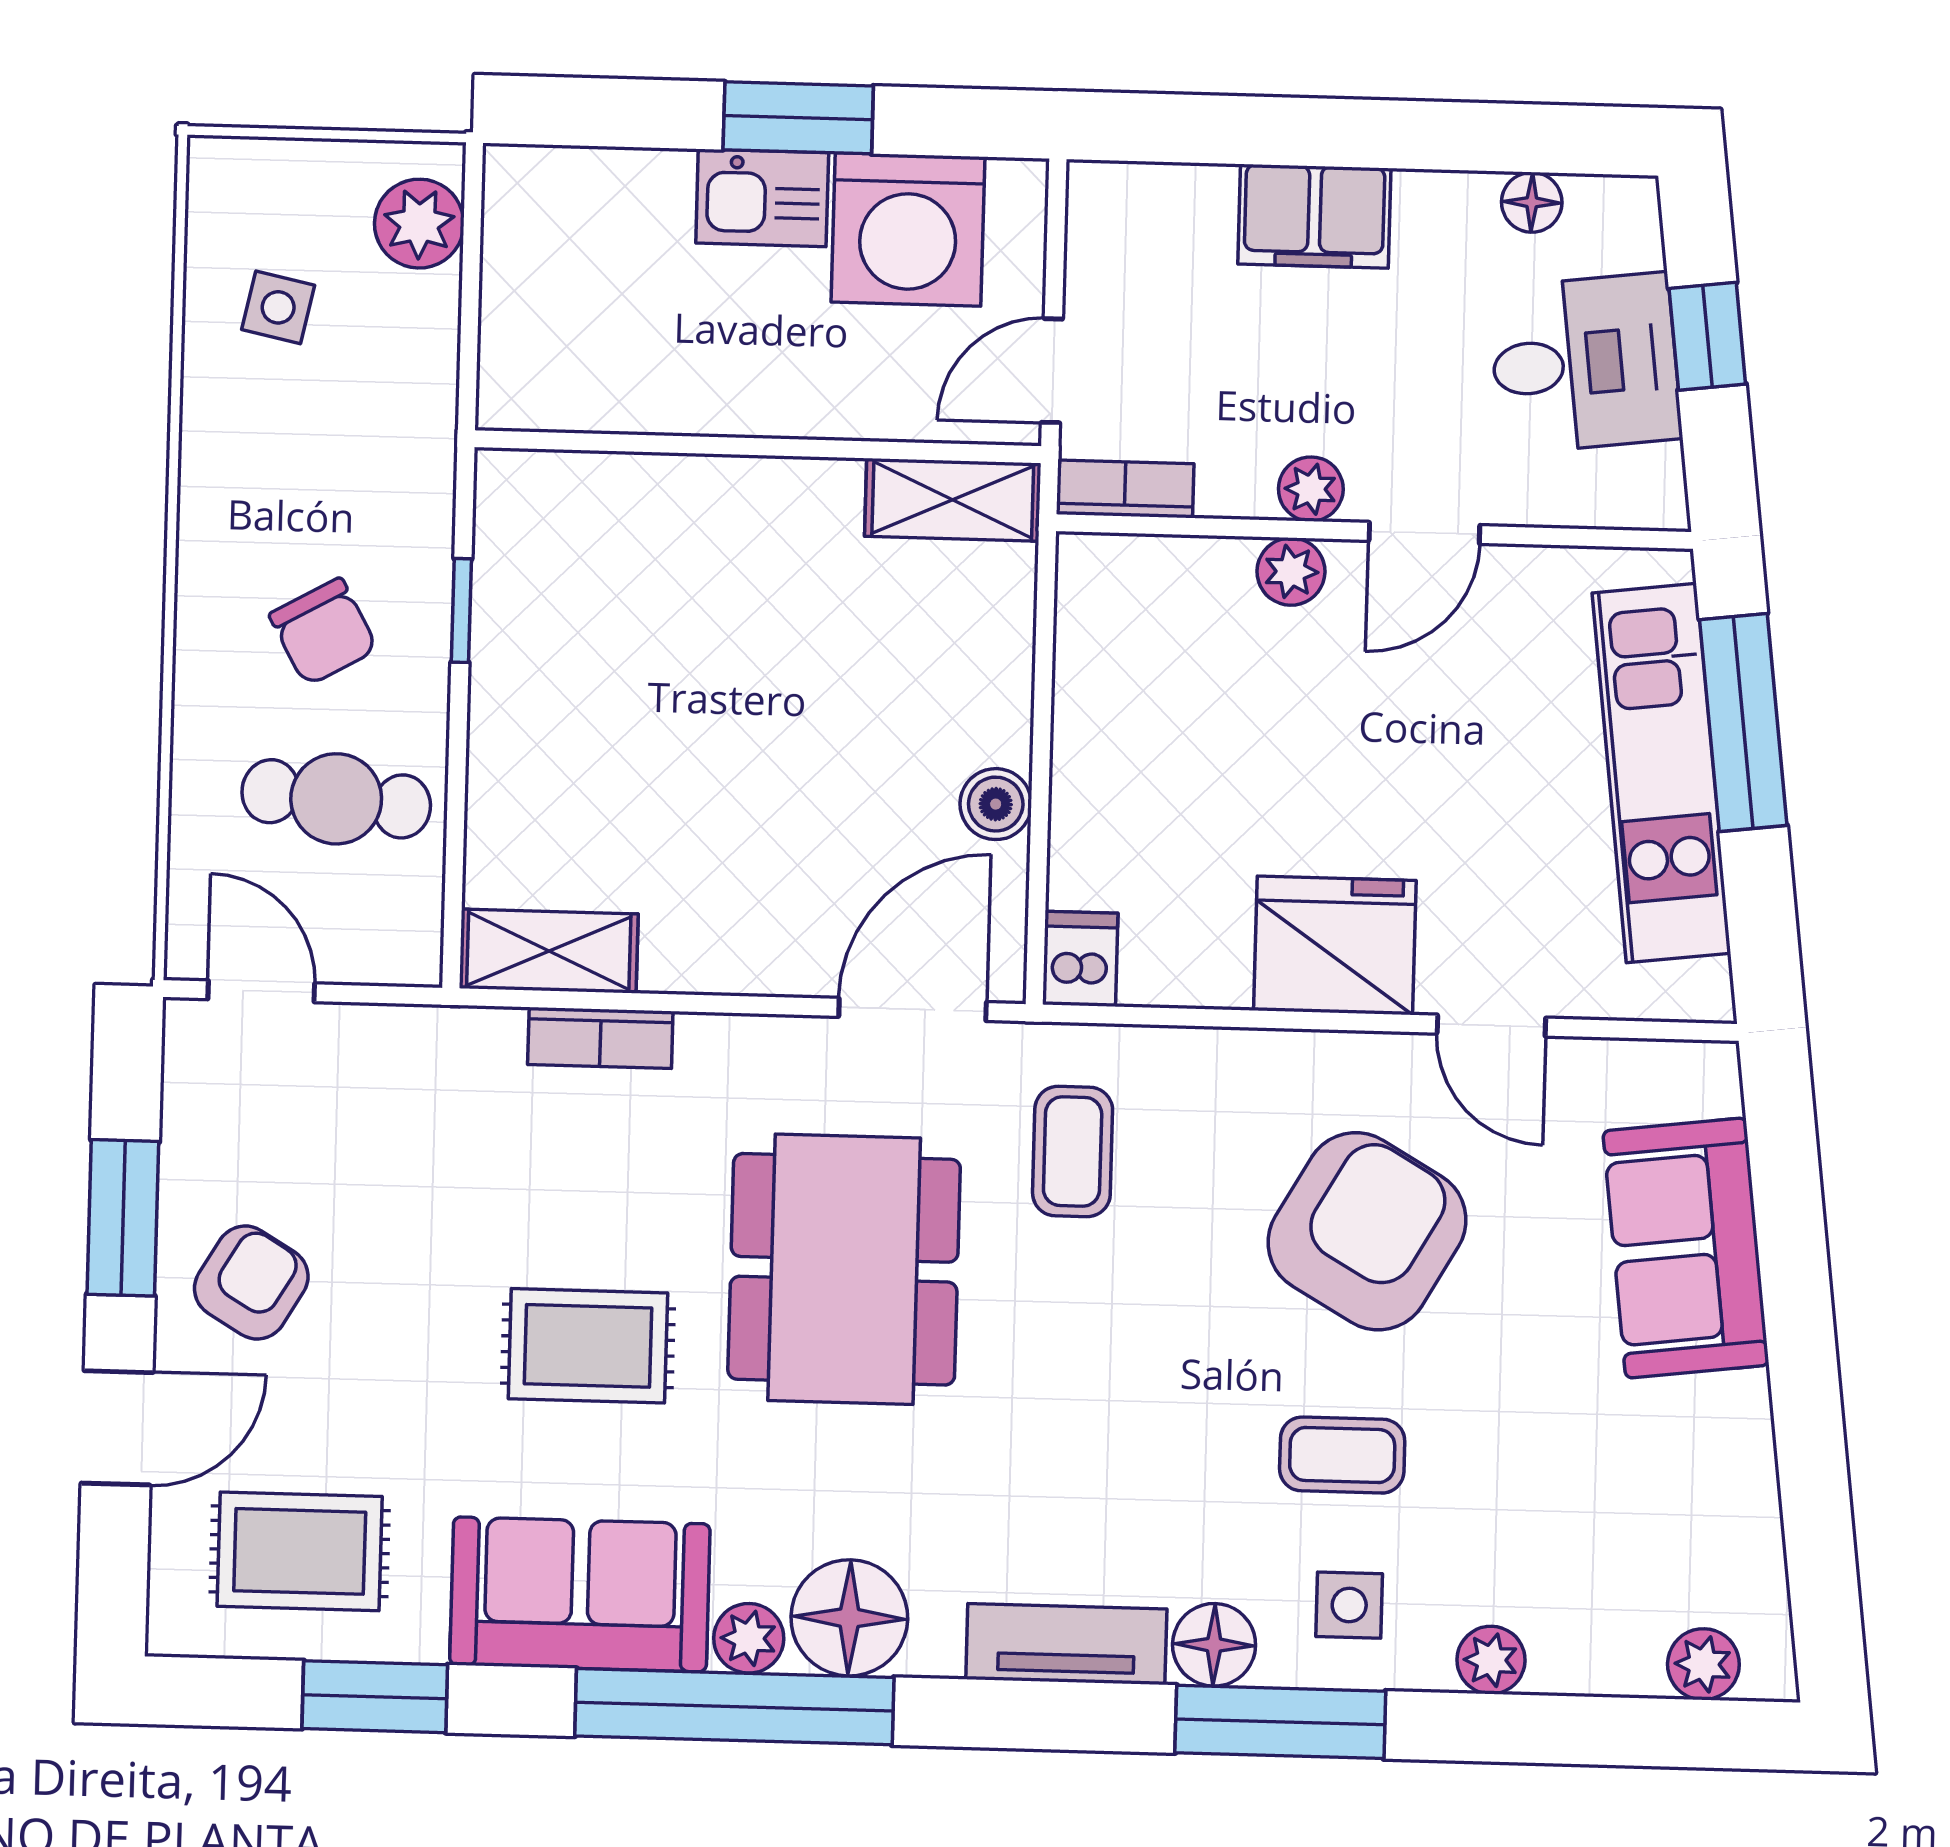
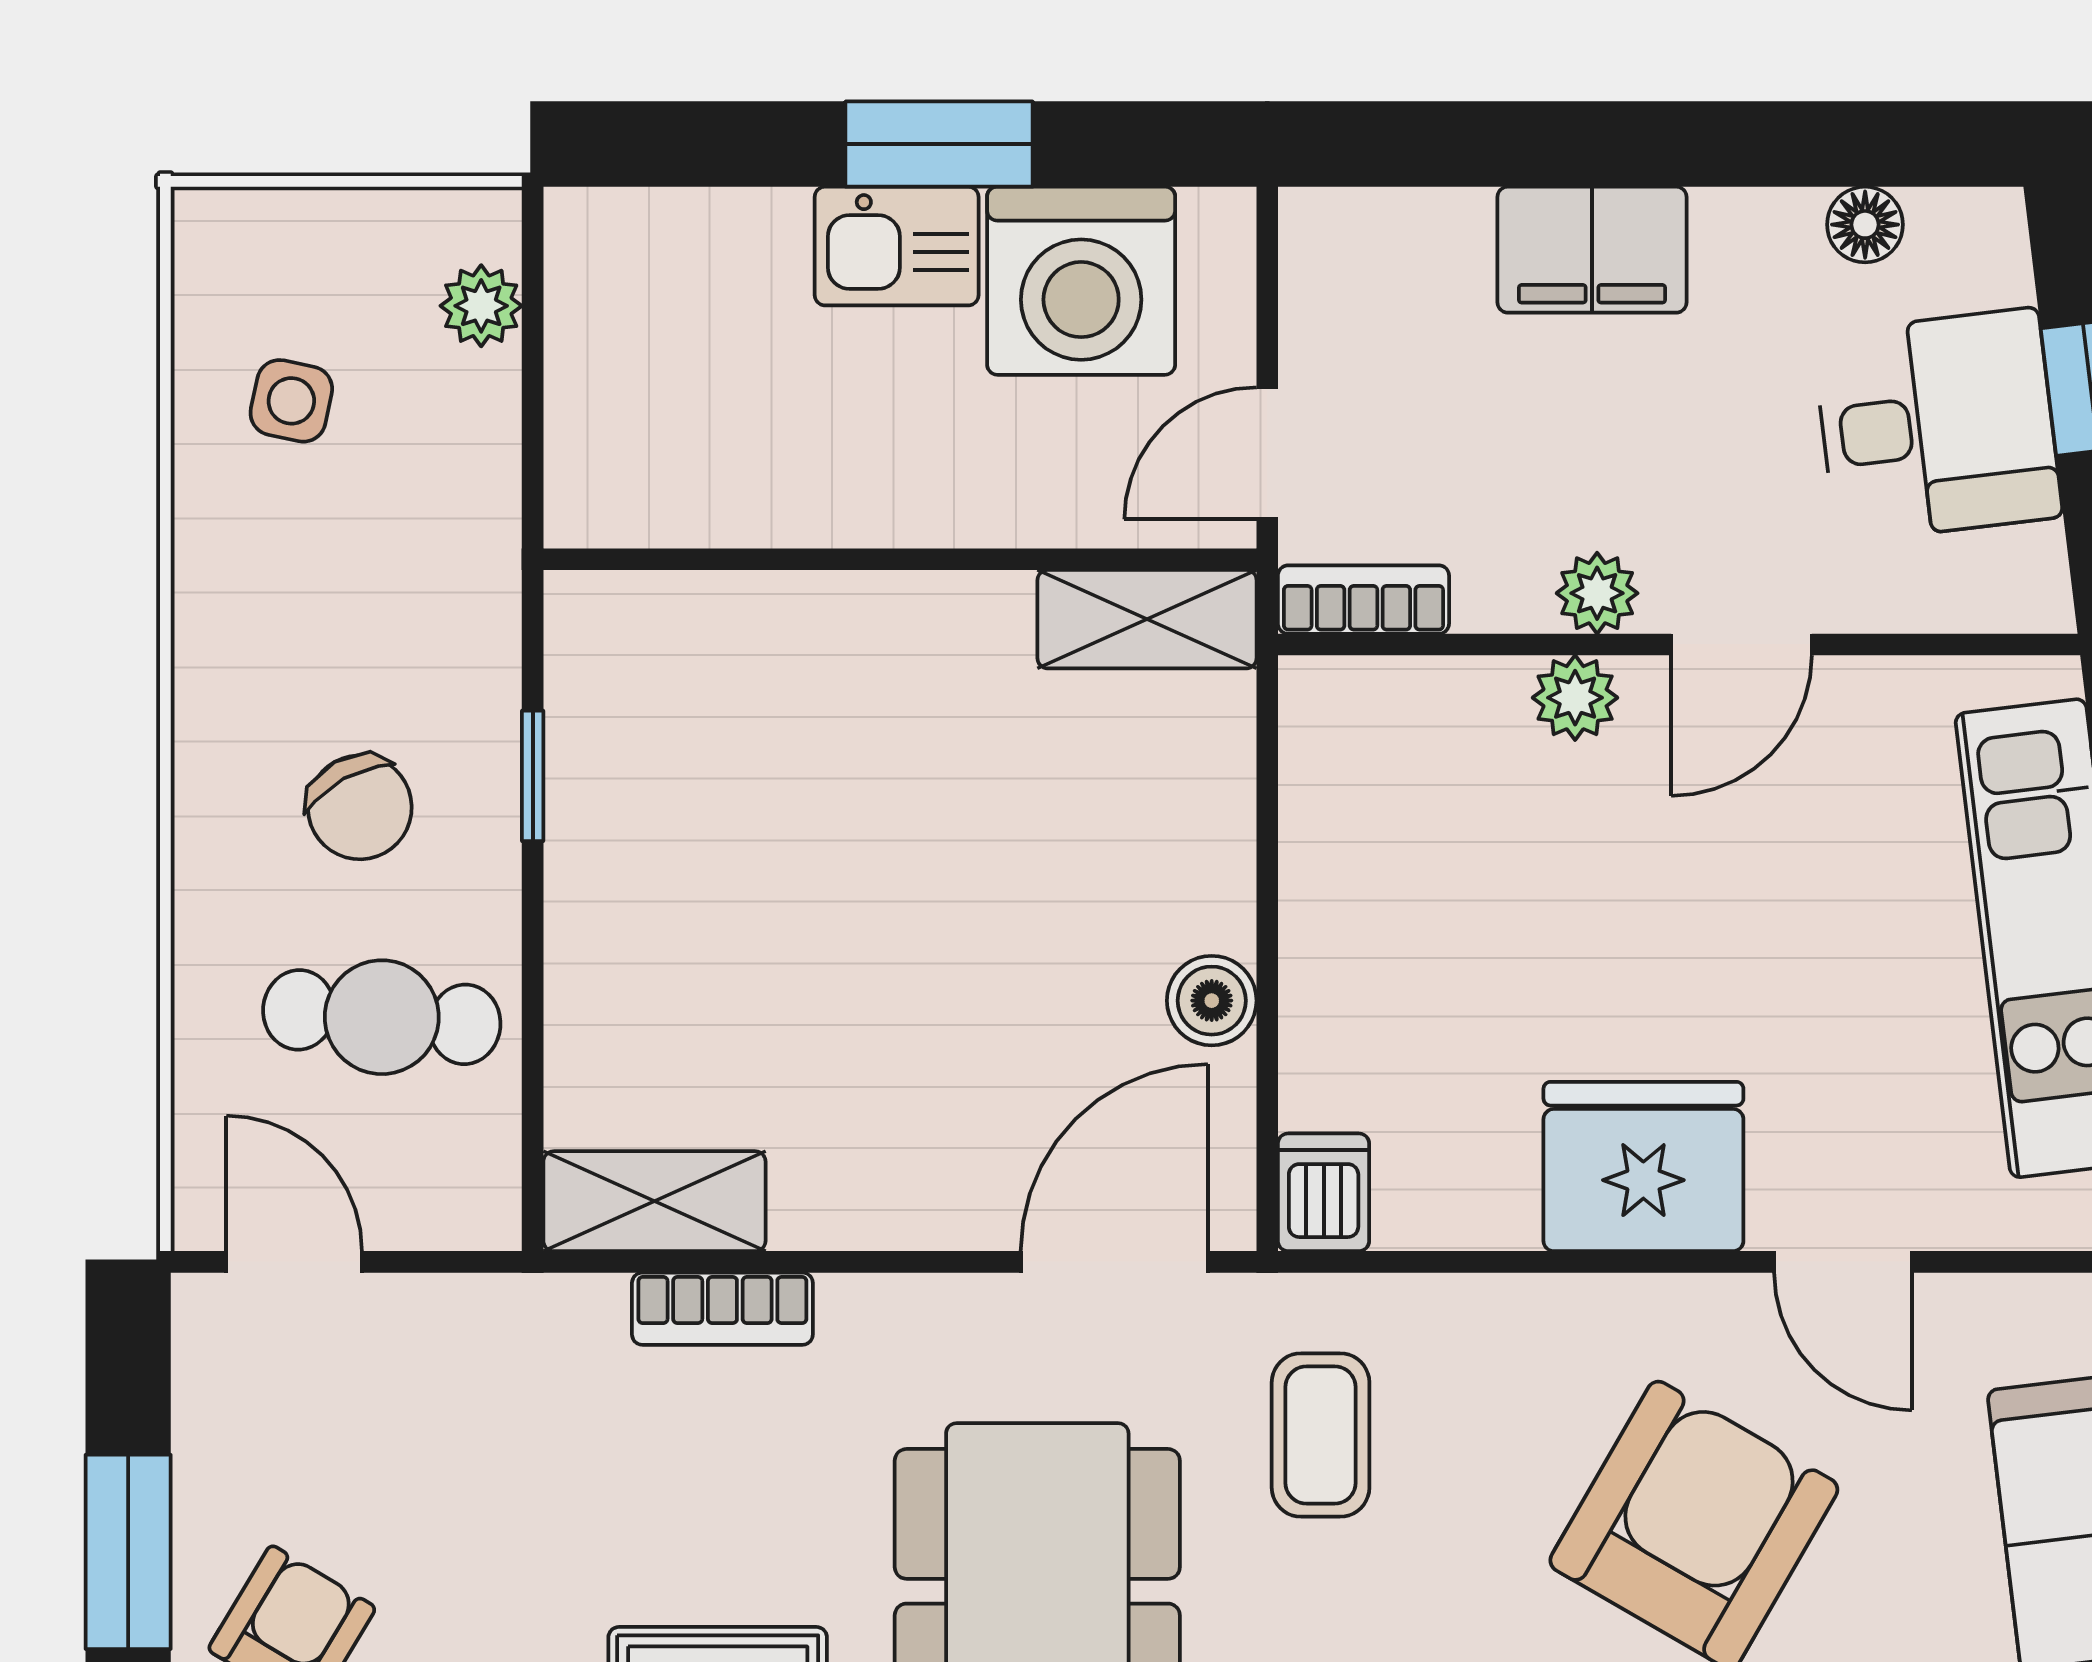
plant: (419, 224) -> (481, 306), width x0.73, depth x0.73

